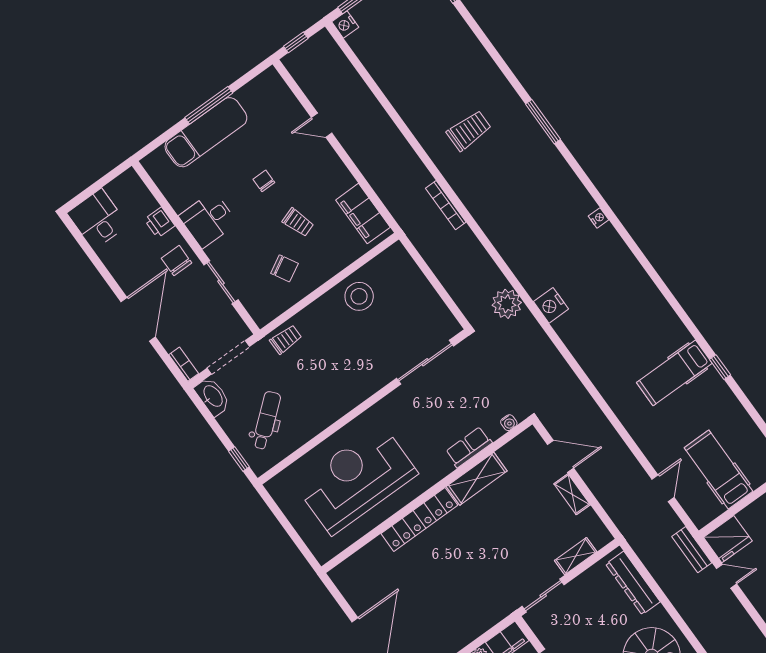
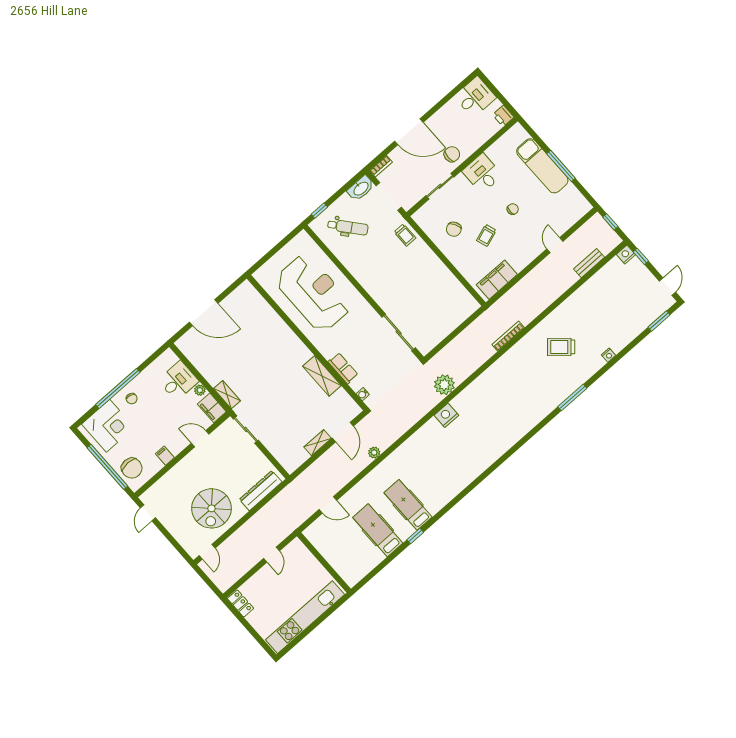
trolley: (469, 131) -> (561, 347), turned 131
nightstand: (599, 218) -> (608, 355), moved
printer: (160, 222) -> (503, 116), moved, turned -90
stool: (359, 296) -> (440, 282), removed
plant: (594, 414) -> (374, 453), added
hospital bed: (719, 470) -> (378, 530), moved, turned -90
locker: (419, 519) -> (290, 339), removed
fridge: (728, 539) -> (297, 553), removed
bench: (692, 550) -> (589, 263), moved
shelving: (576, 556) -> (227, 395), moved

